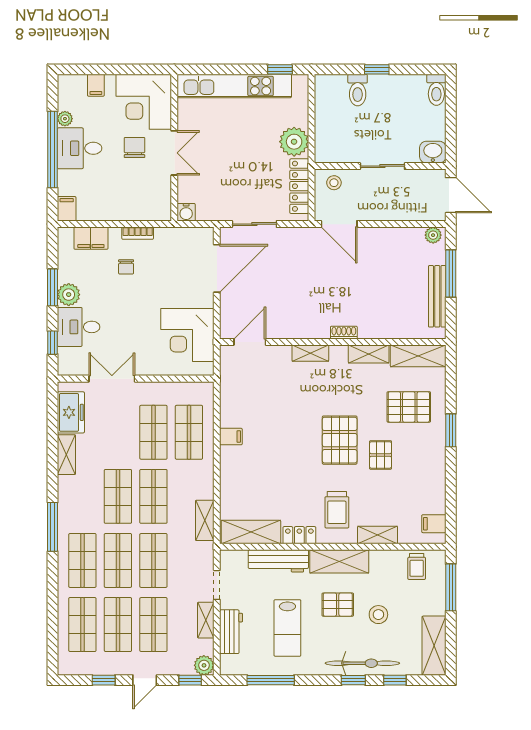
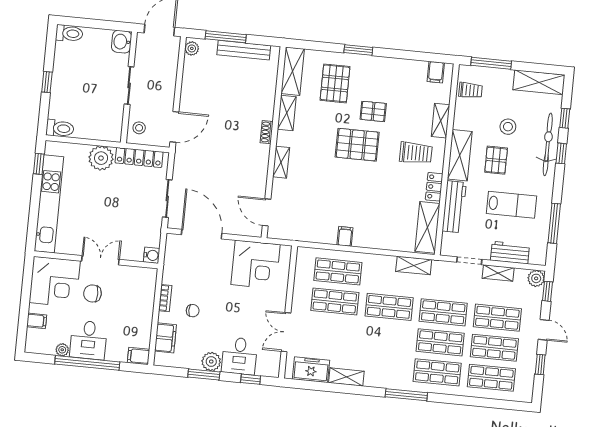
toilet: (358, 90) -> (60, 128), moved
shop shelf: (118, 496) -> (386, 337), removed

